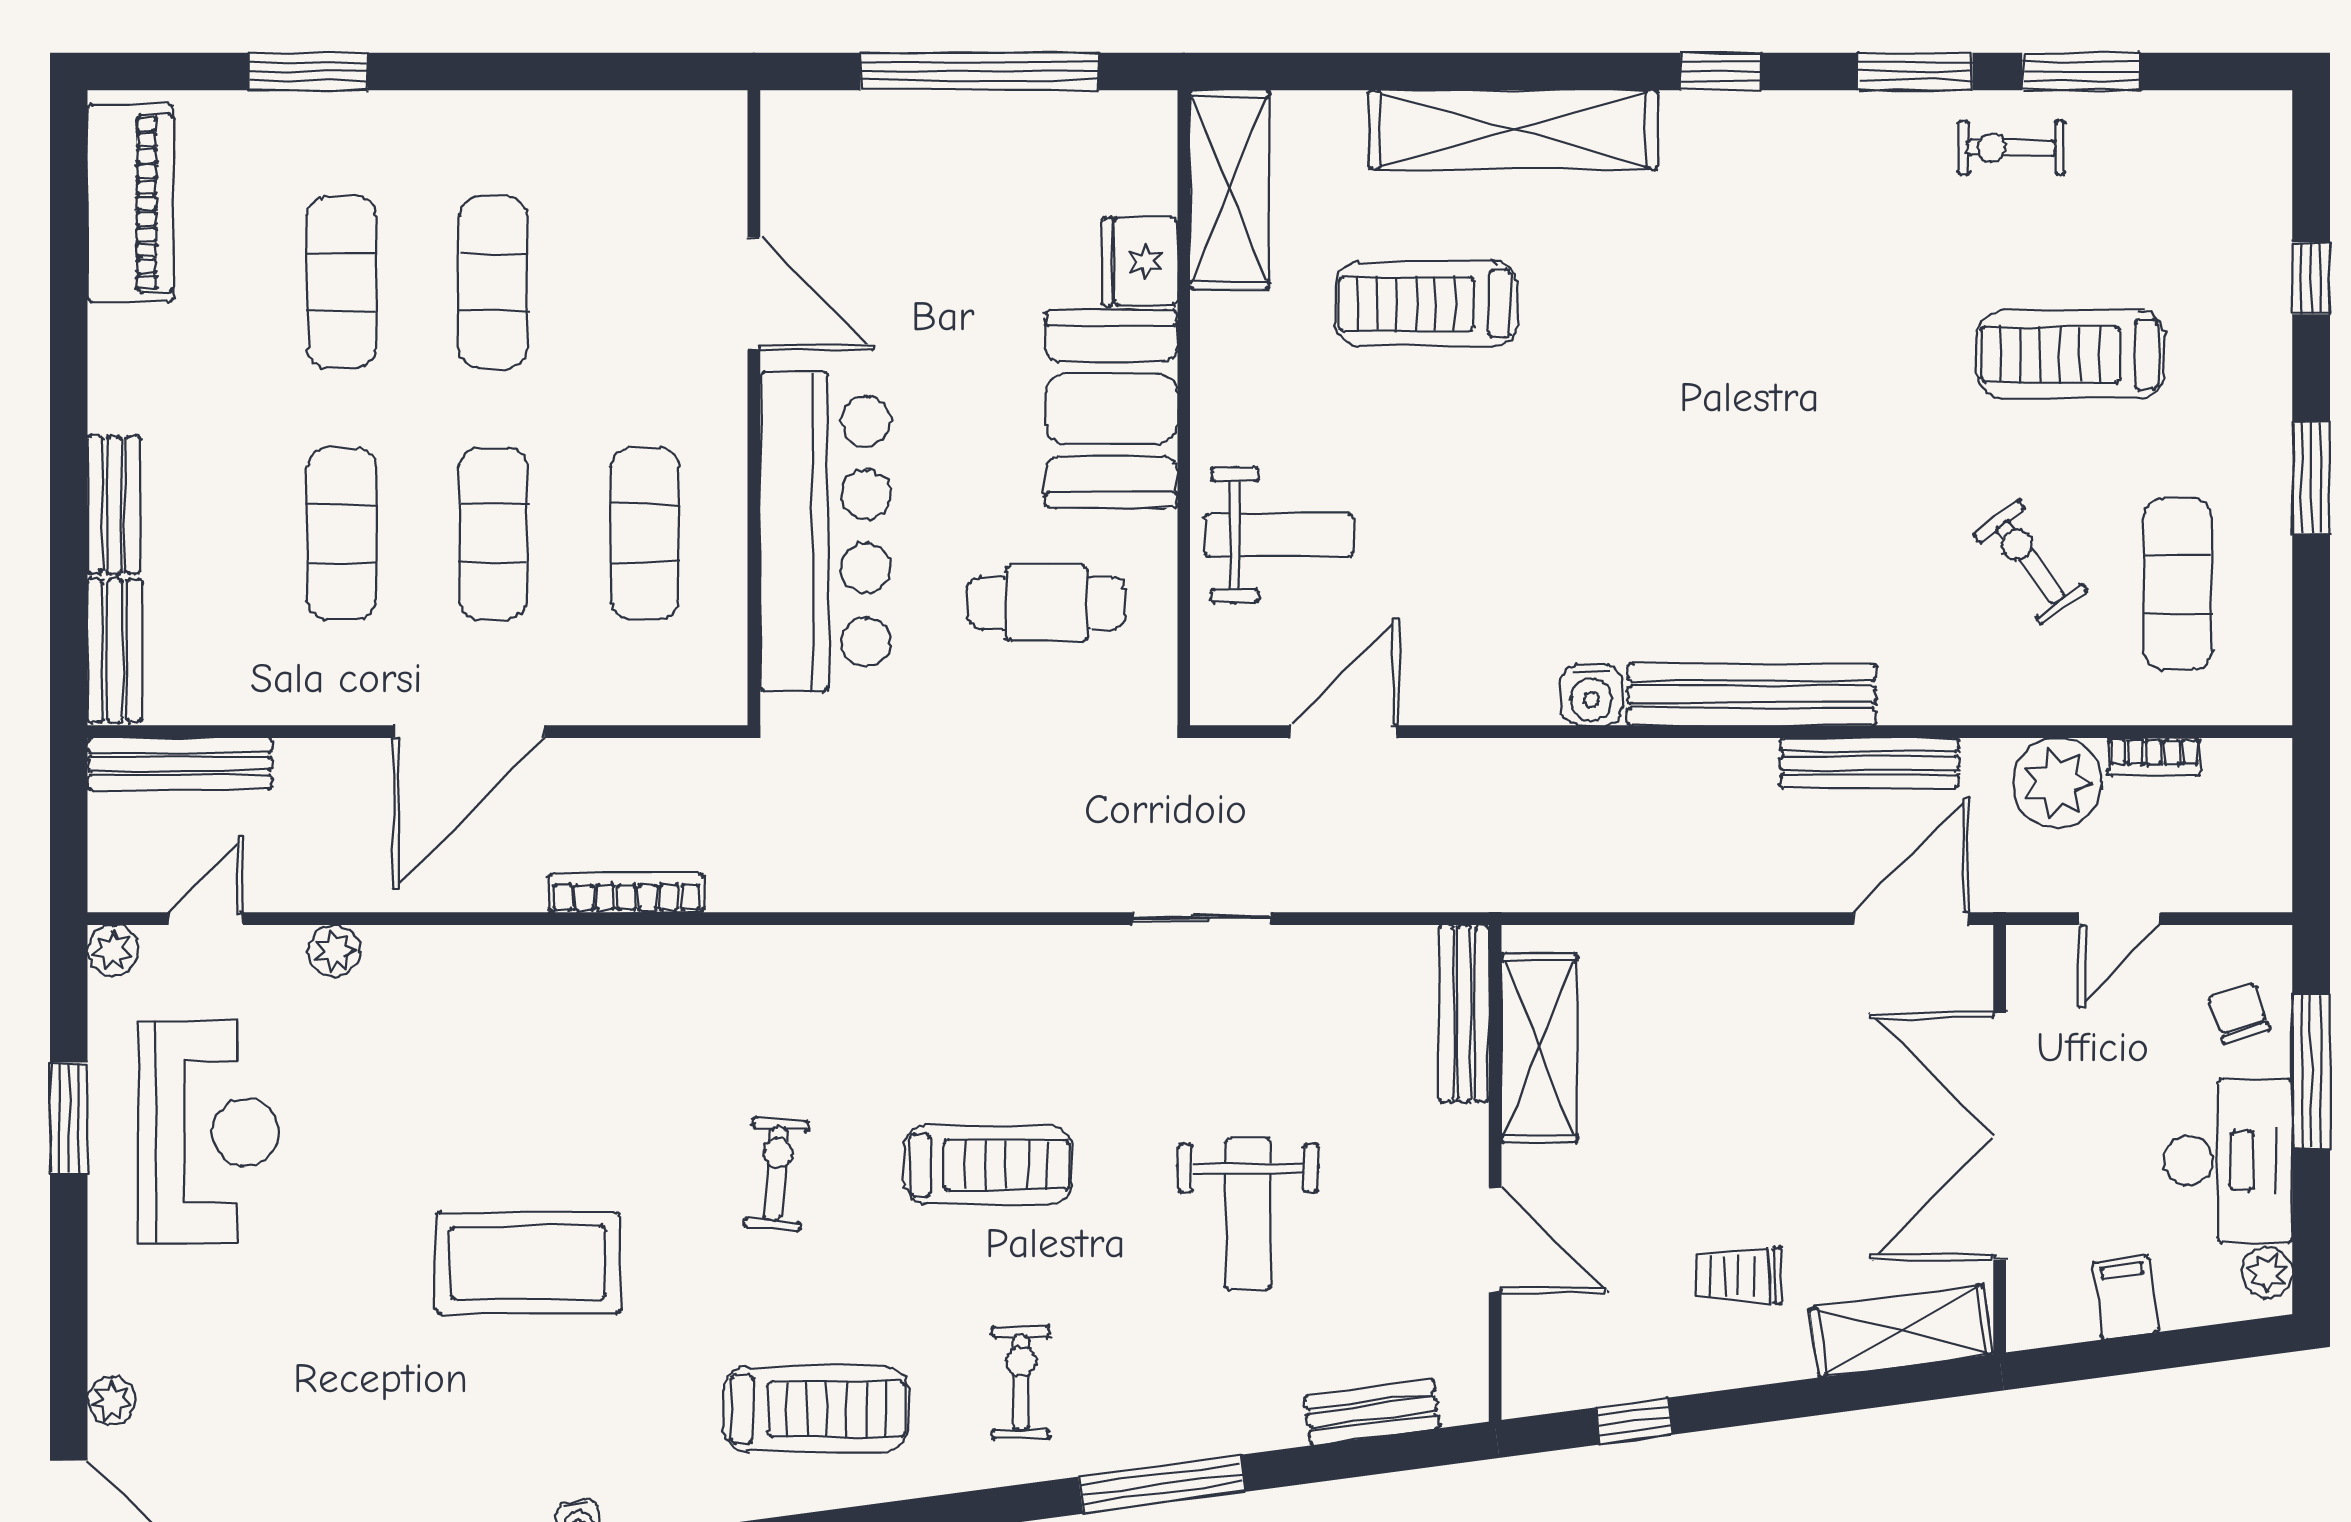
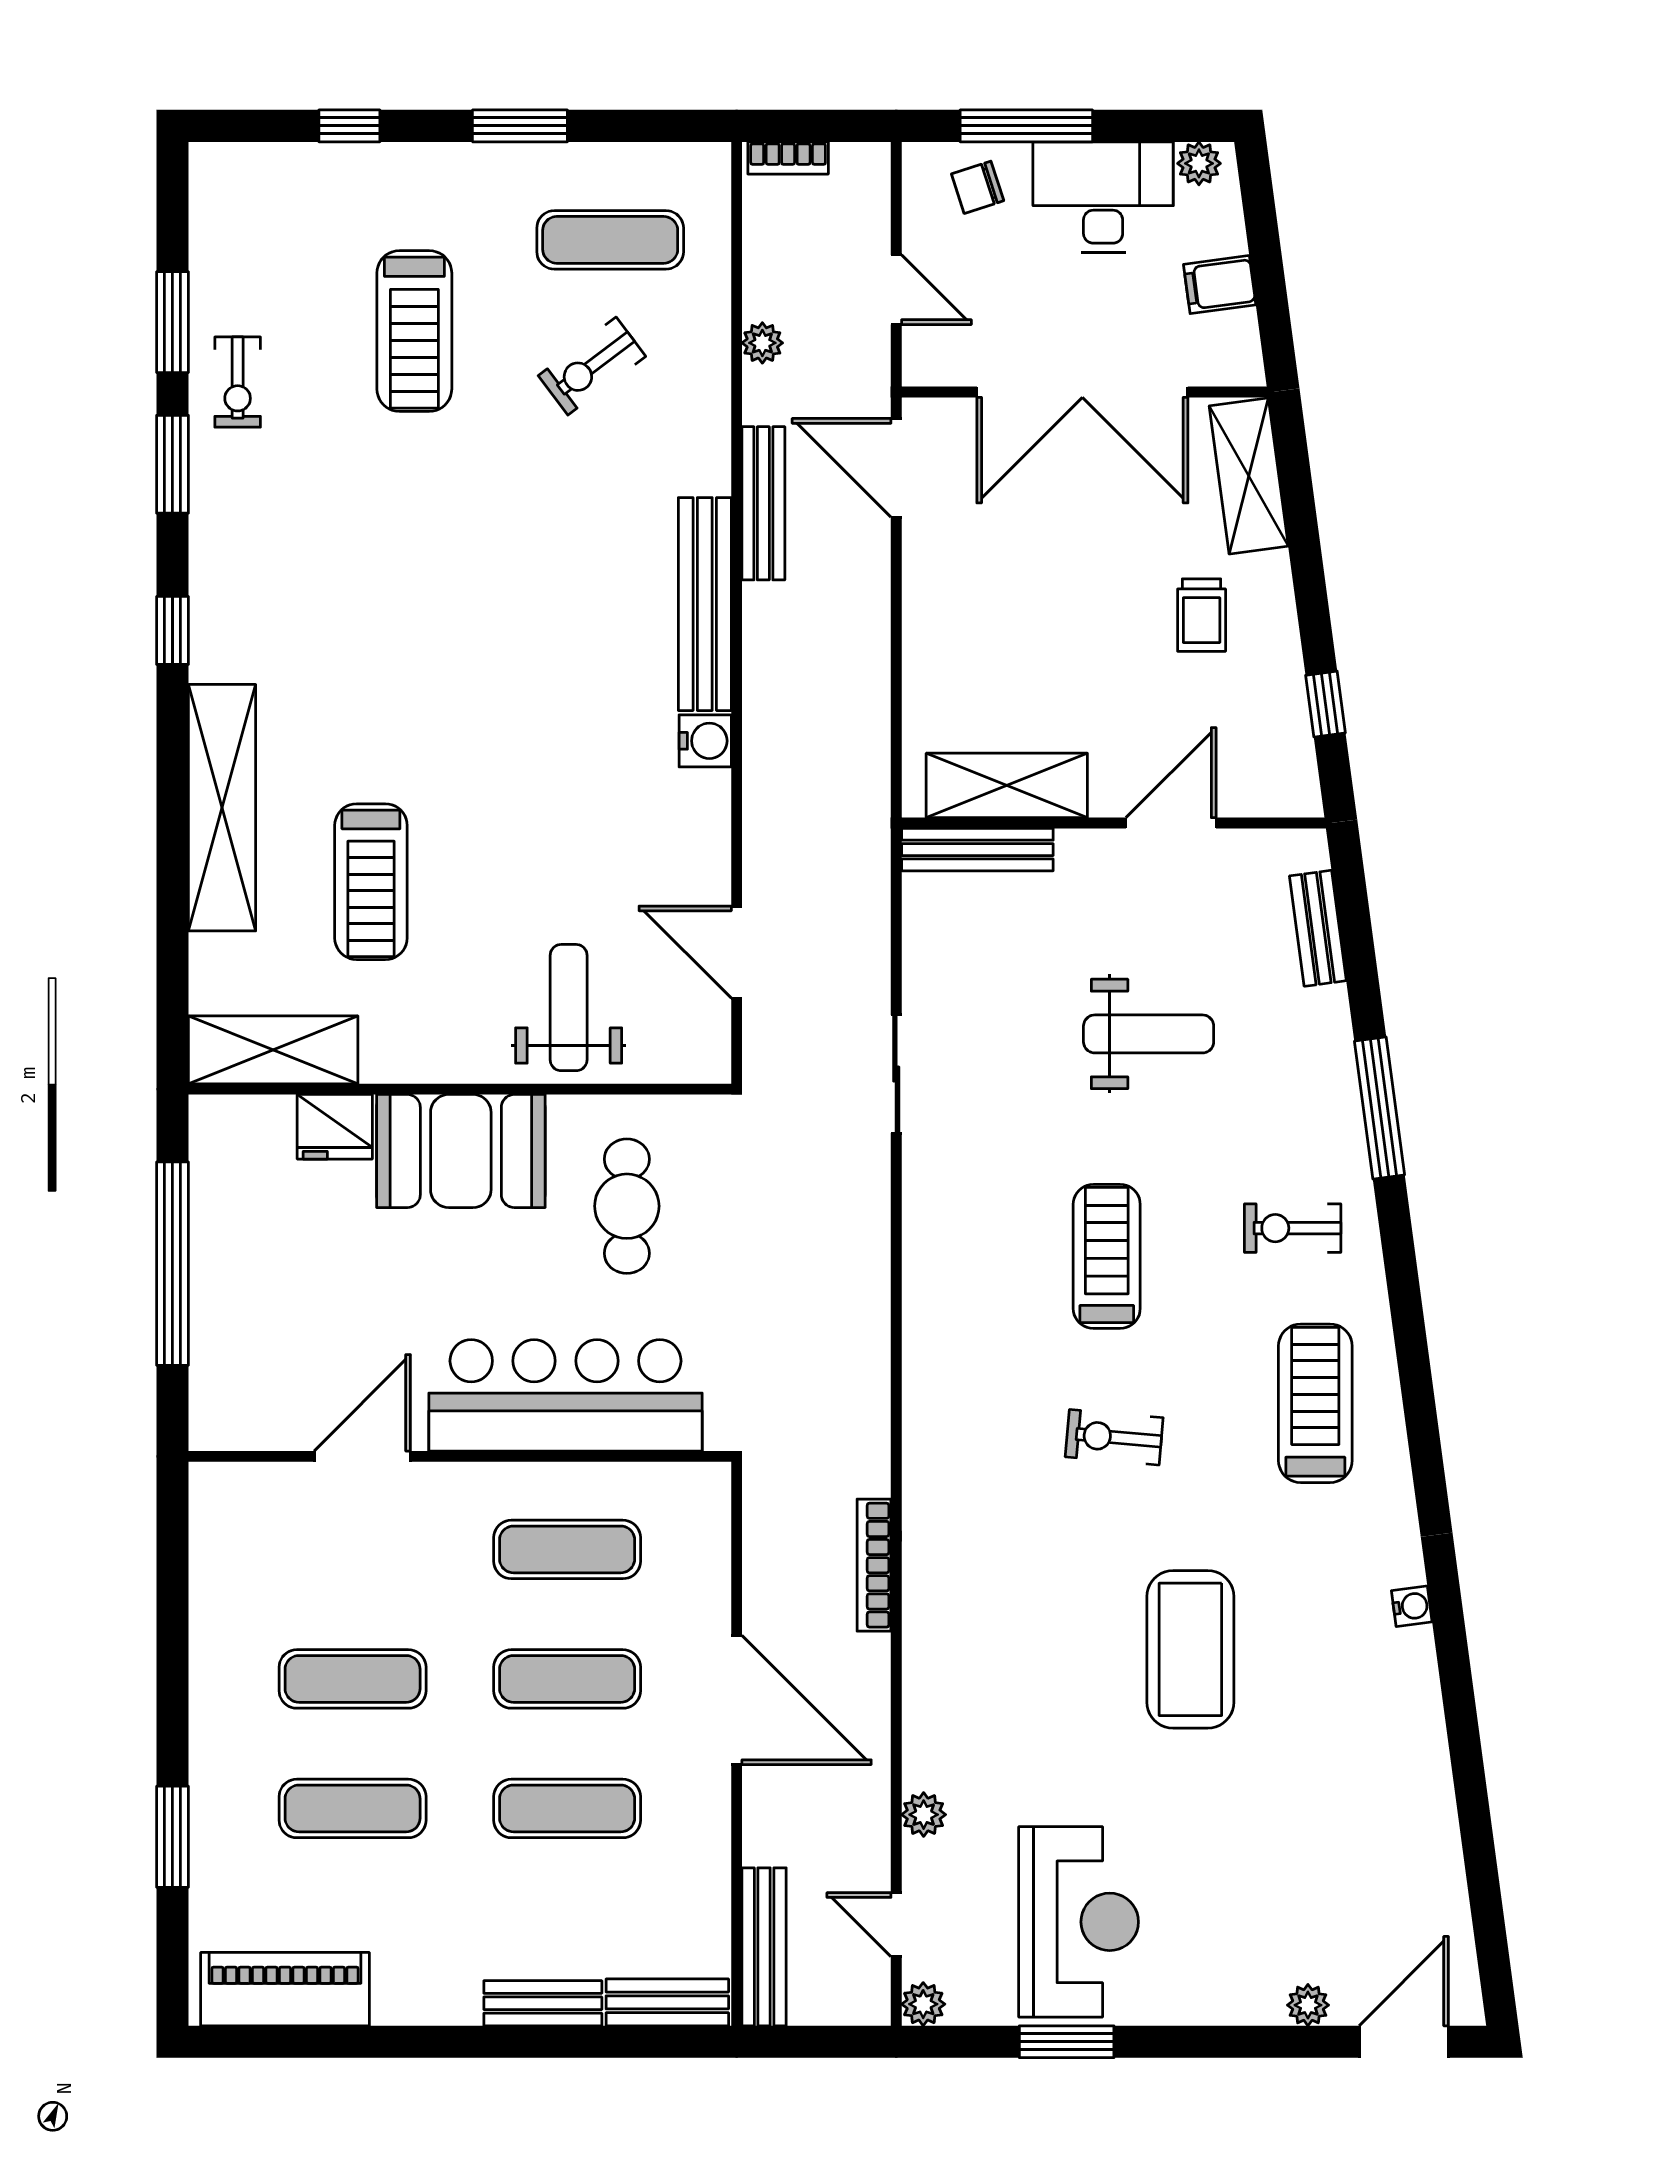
bookcase: (2154, 757) -> (788, 158), moved, turned 90
plant: (2057, 783) -> (762, 343), width x0.53, depth x0.53
reception desk: (209, 1132) -> (1079, 1922), turned 90

